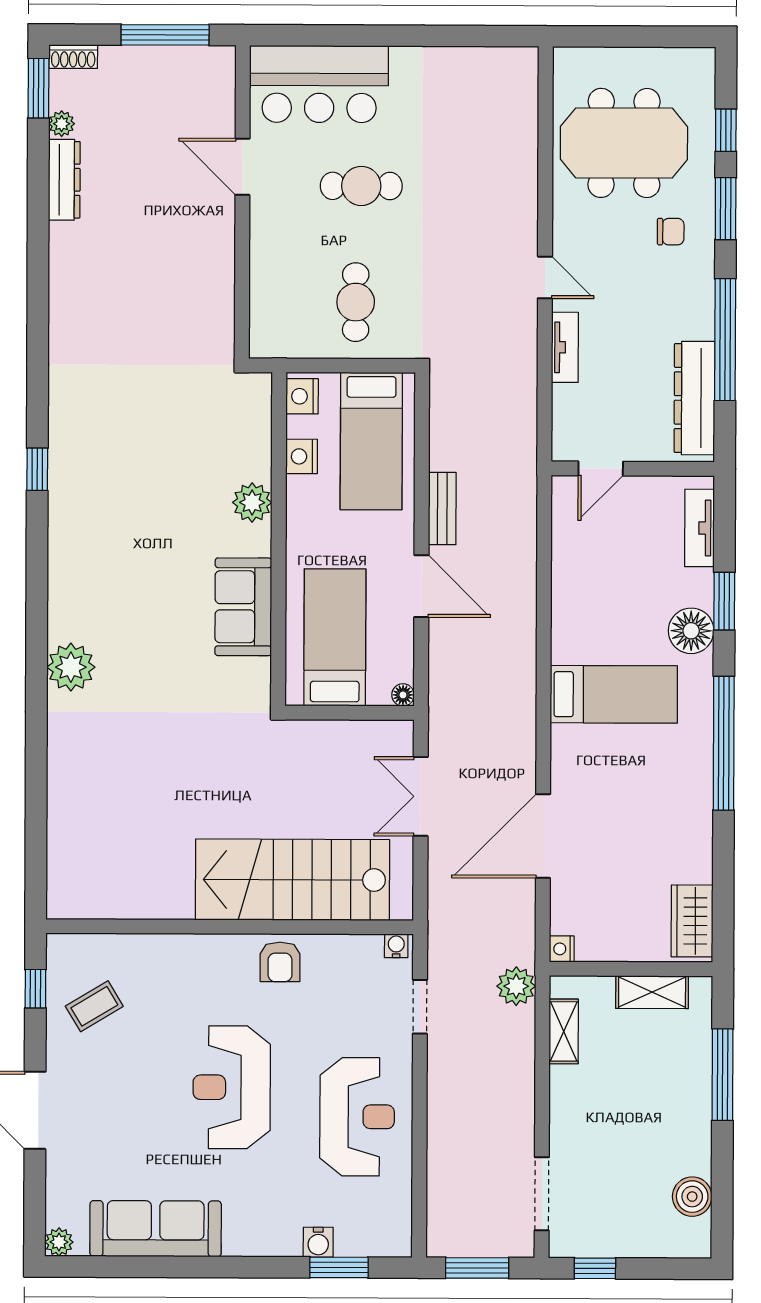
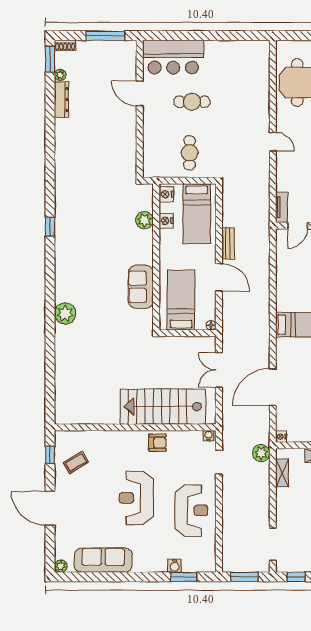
tv unit: (565, 347) -> (282, 207), moved
plant: (252, 502) -> (144, 220), moved
armchair: (280, 962) -> (157, 443), turned -90

